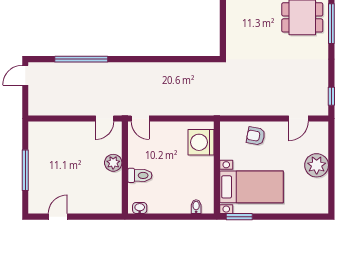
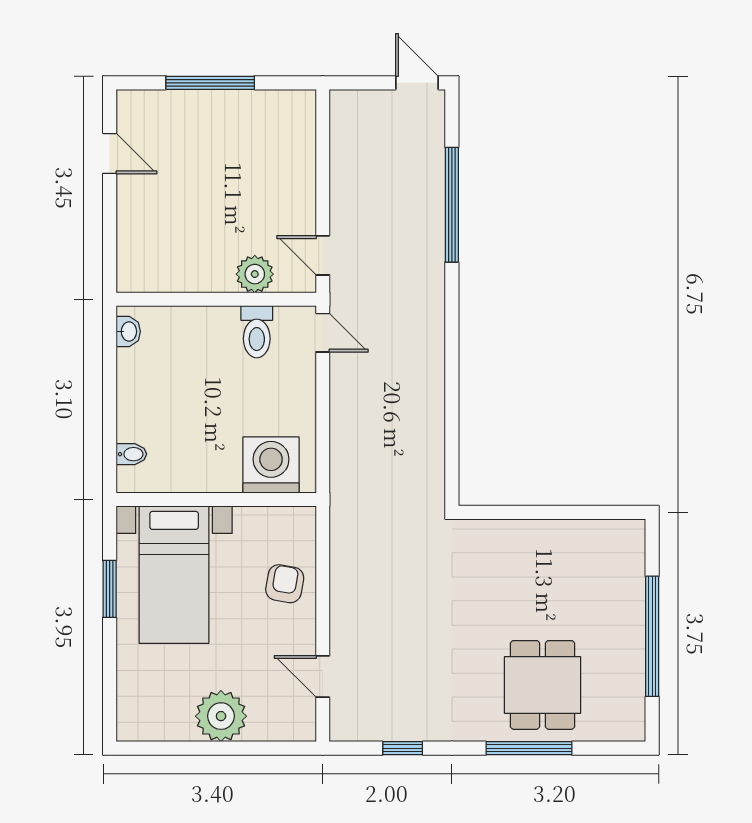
window: (331, 96) -> (403, 748), moved
door: (140, 119) -> (323, 333), swing flipped
plant: (113, 163) -> (255, 274), moved
toilet: (140, 175) -> (257, 332), moved
window: (239, 217) -> (110, 589), moved

